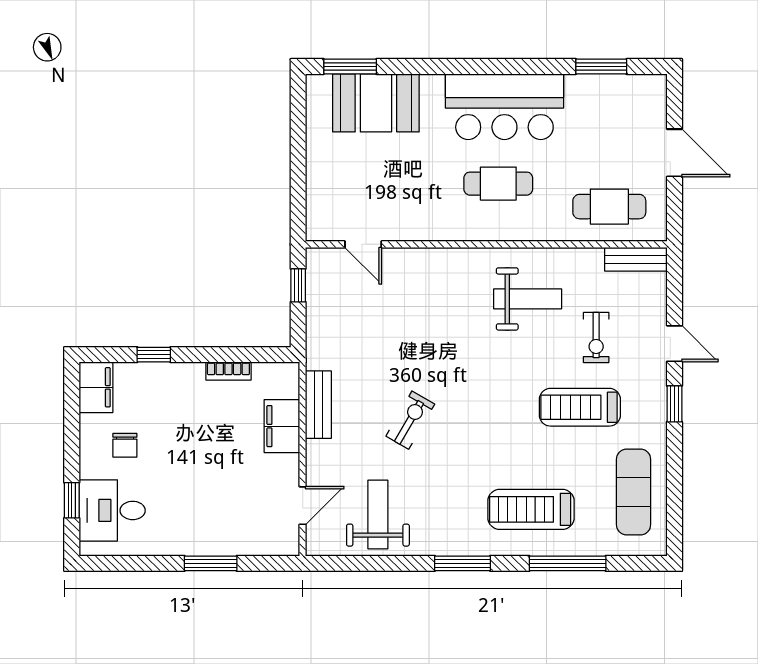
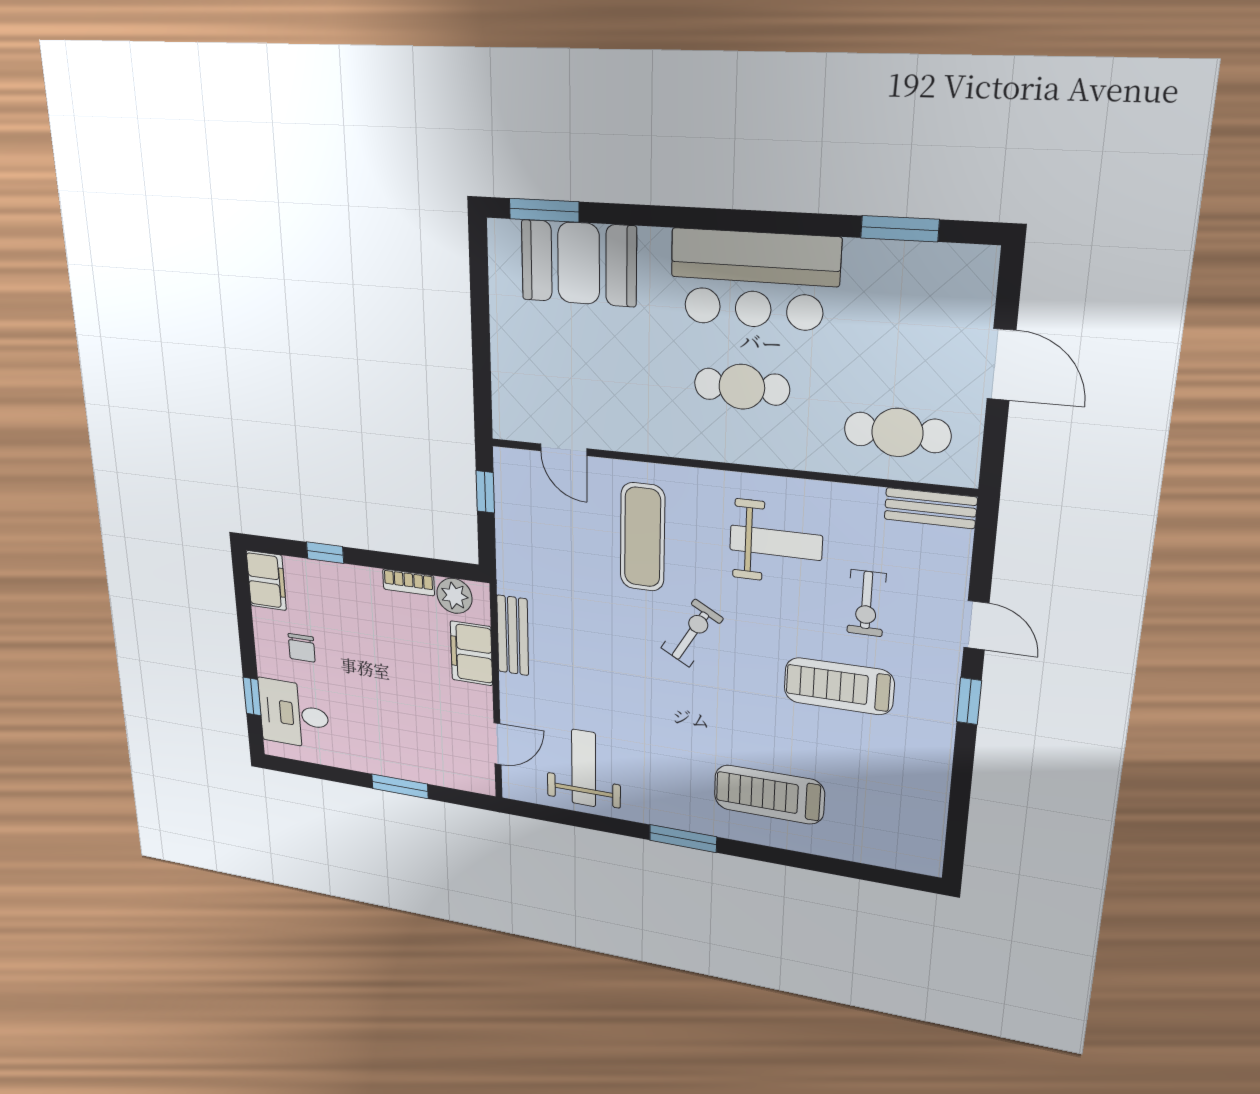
plant: (269, 377) -> (454, 596), added
exercise bike: (410, 420) -> (692, 633), moved
exercise mat: (634, 492) -> (643, 537), moved
window: (568, 563) -> (812, 862), removed

